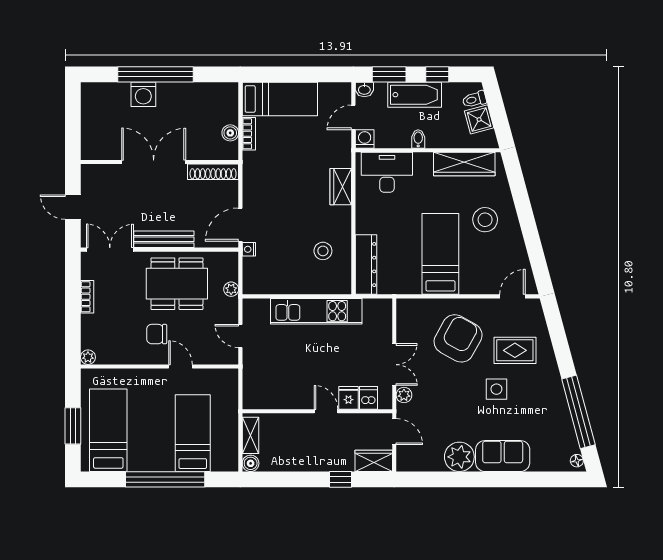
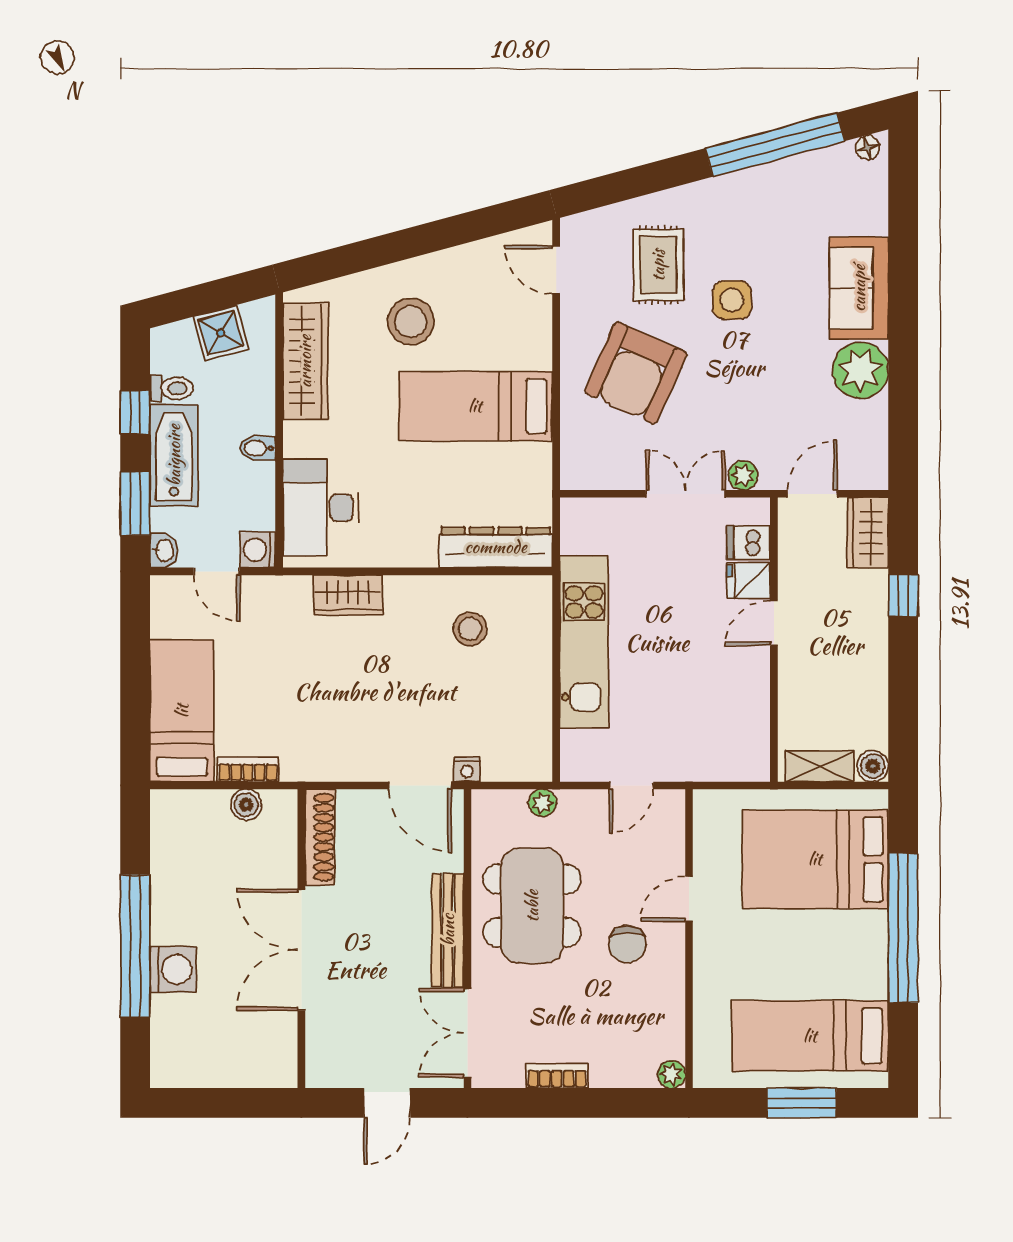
toilet: (474, 99) -> (171, 388), moved, turned -75
armchair: (458, 338) -> (636, 373), turned -95
bed: (193, 433) -> (815, 859), width x1.50

